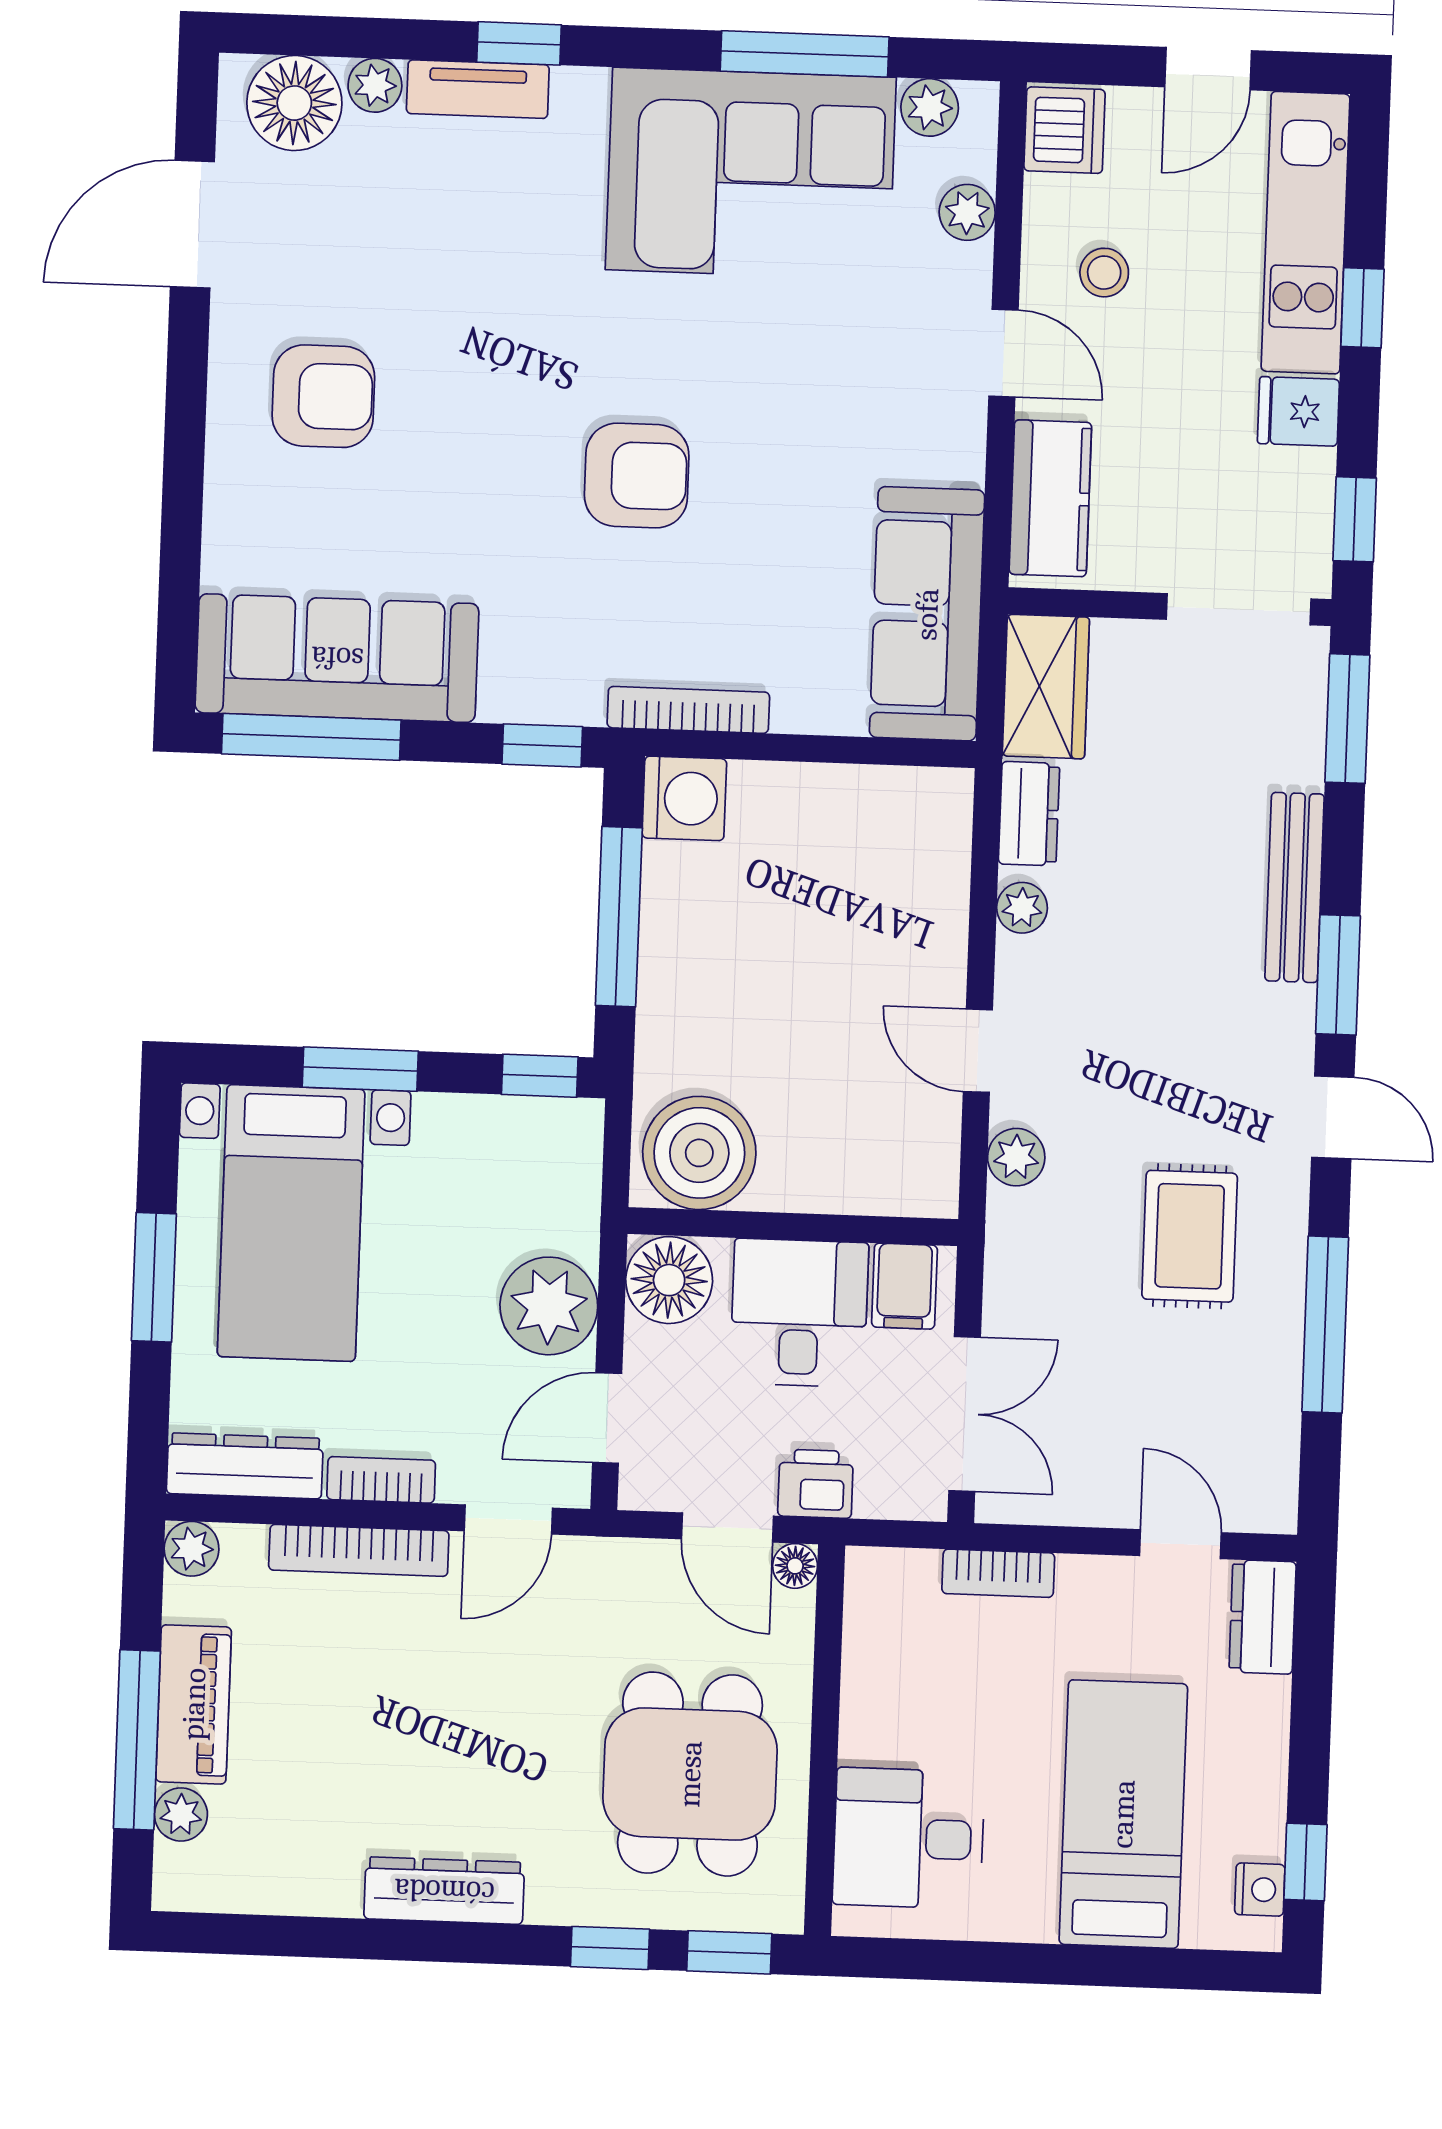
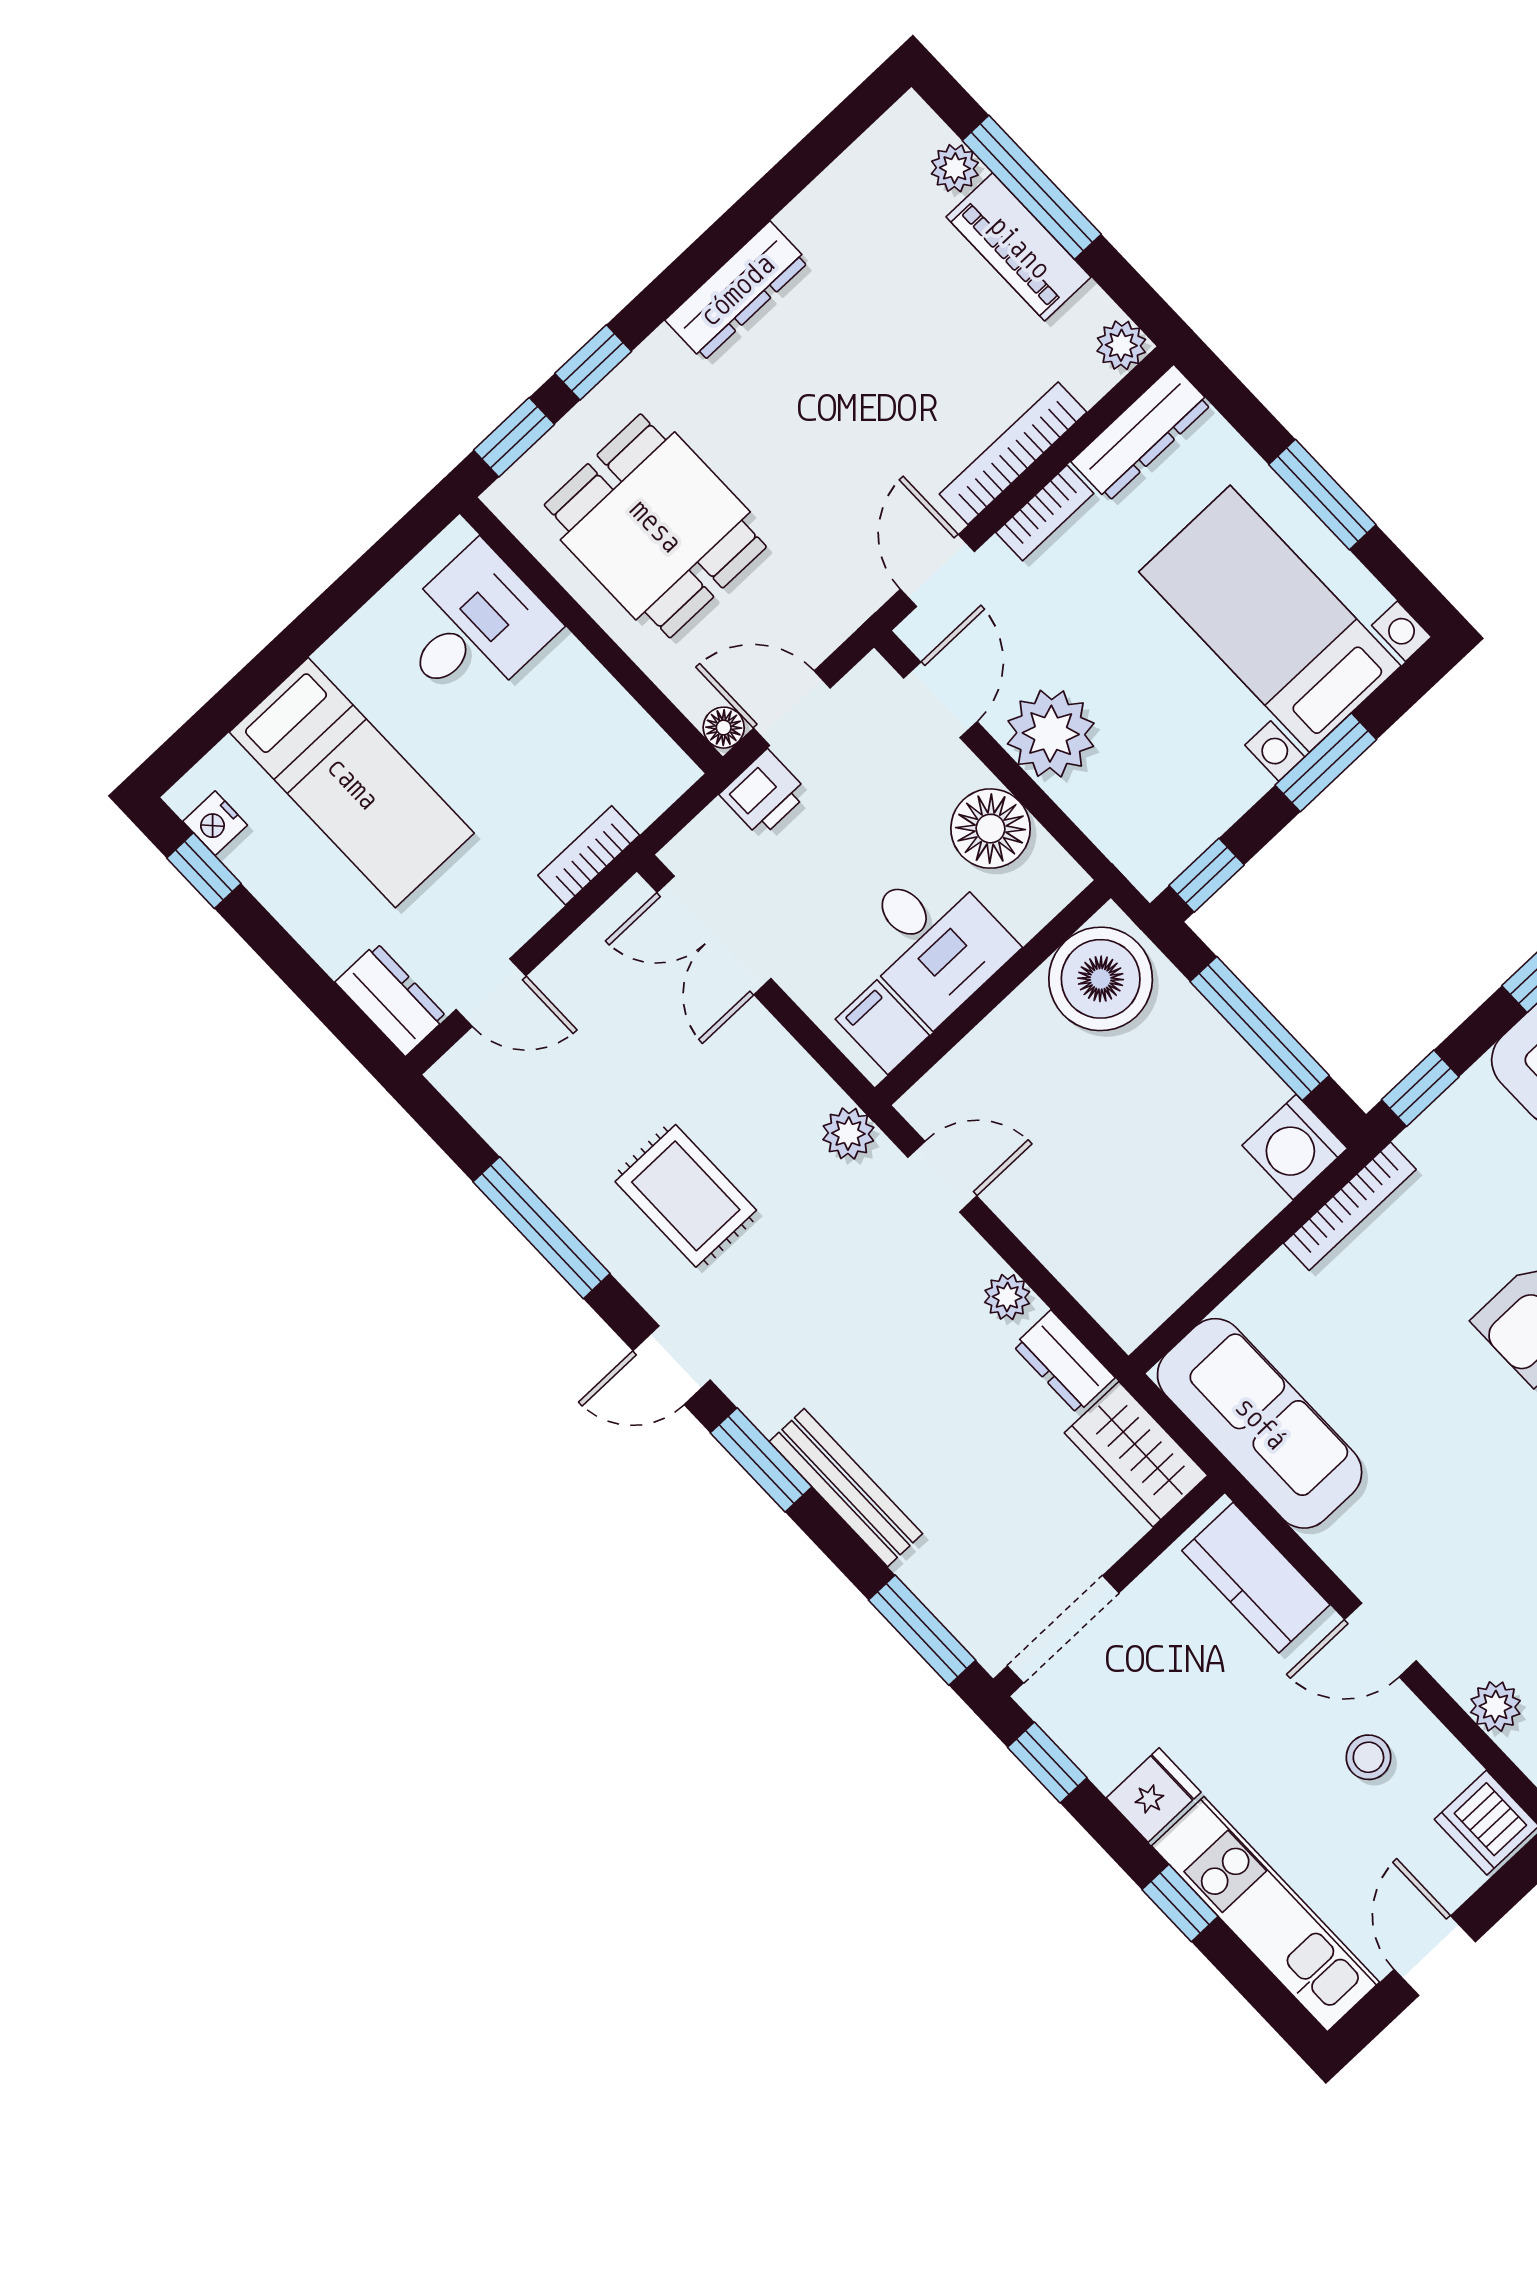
boiler: (699, 1153) -> (1101, 979), moved
wall: (793, 1227) -> (993, 993), moved
filing cabinet: (904, 1286) -> (882, 1027), moved
desk: (799, 1313) -> (932, 942), moved

